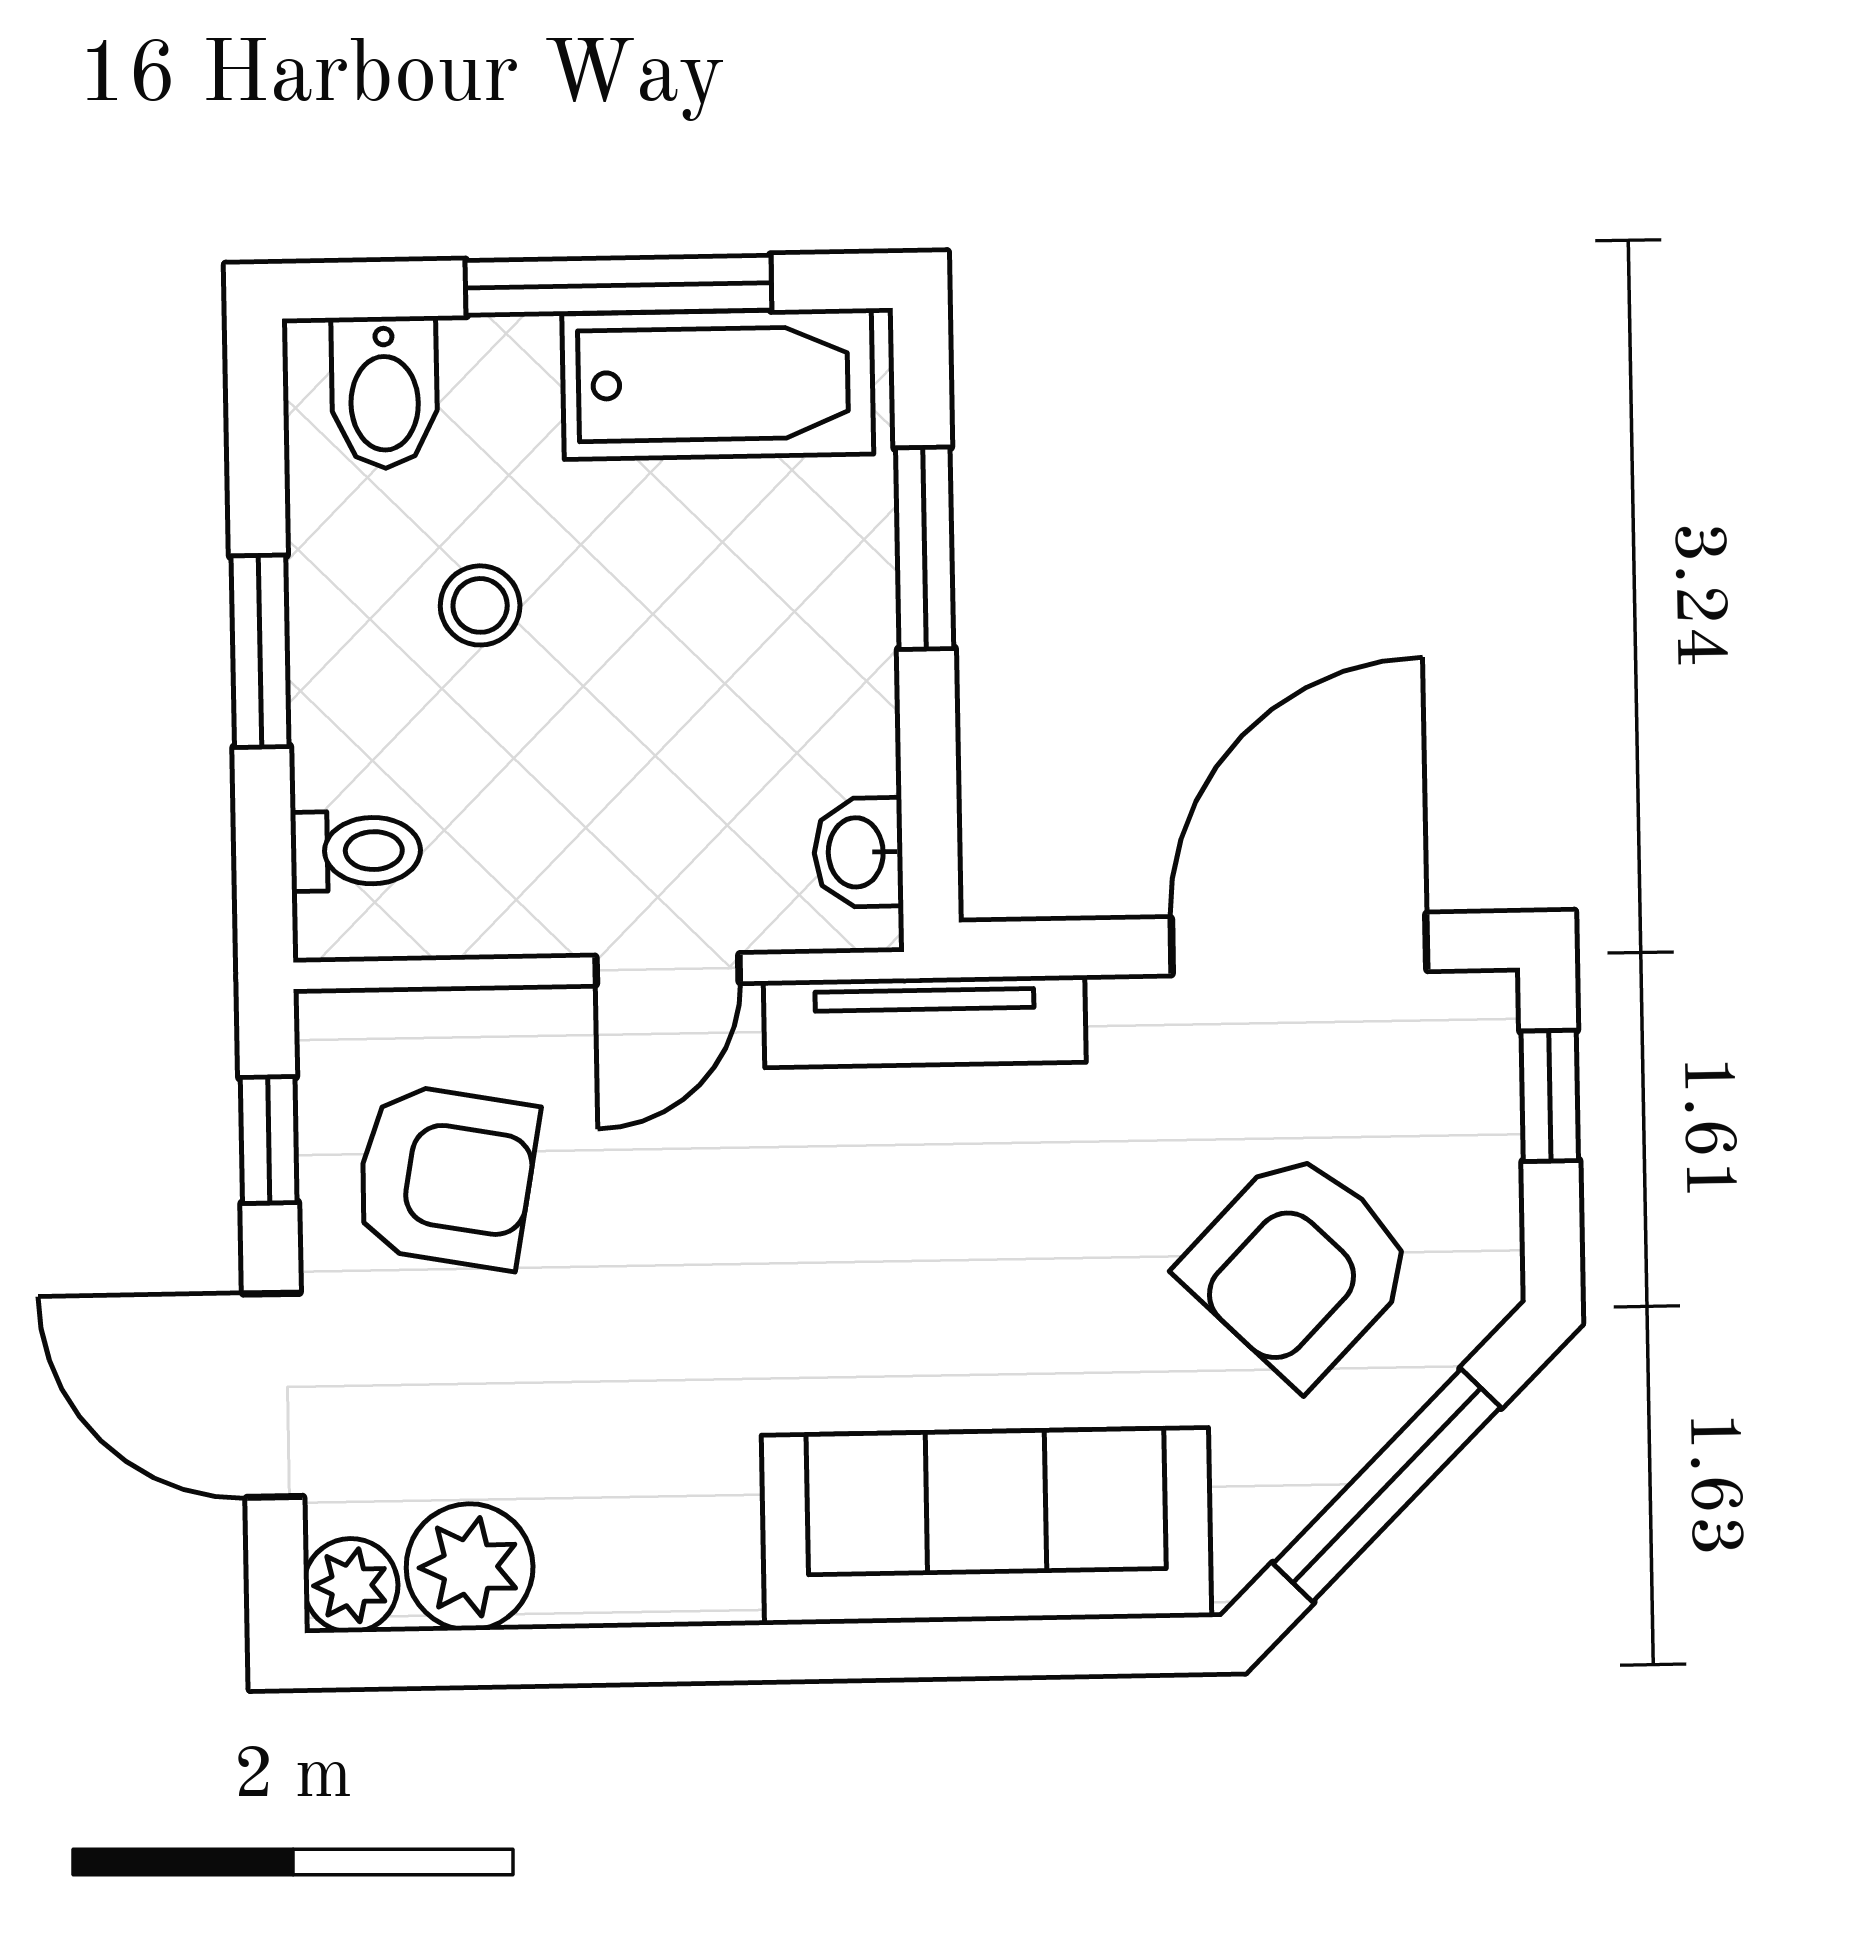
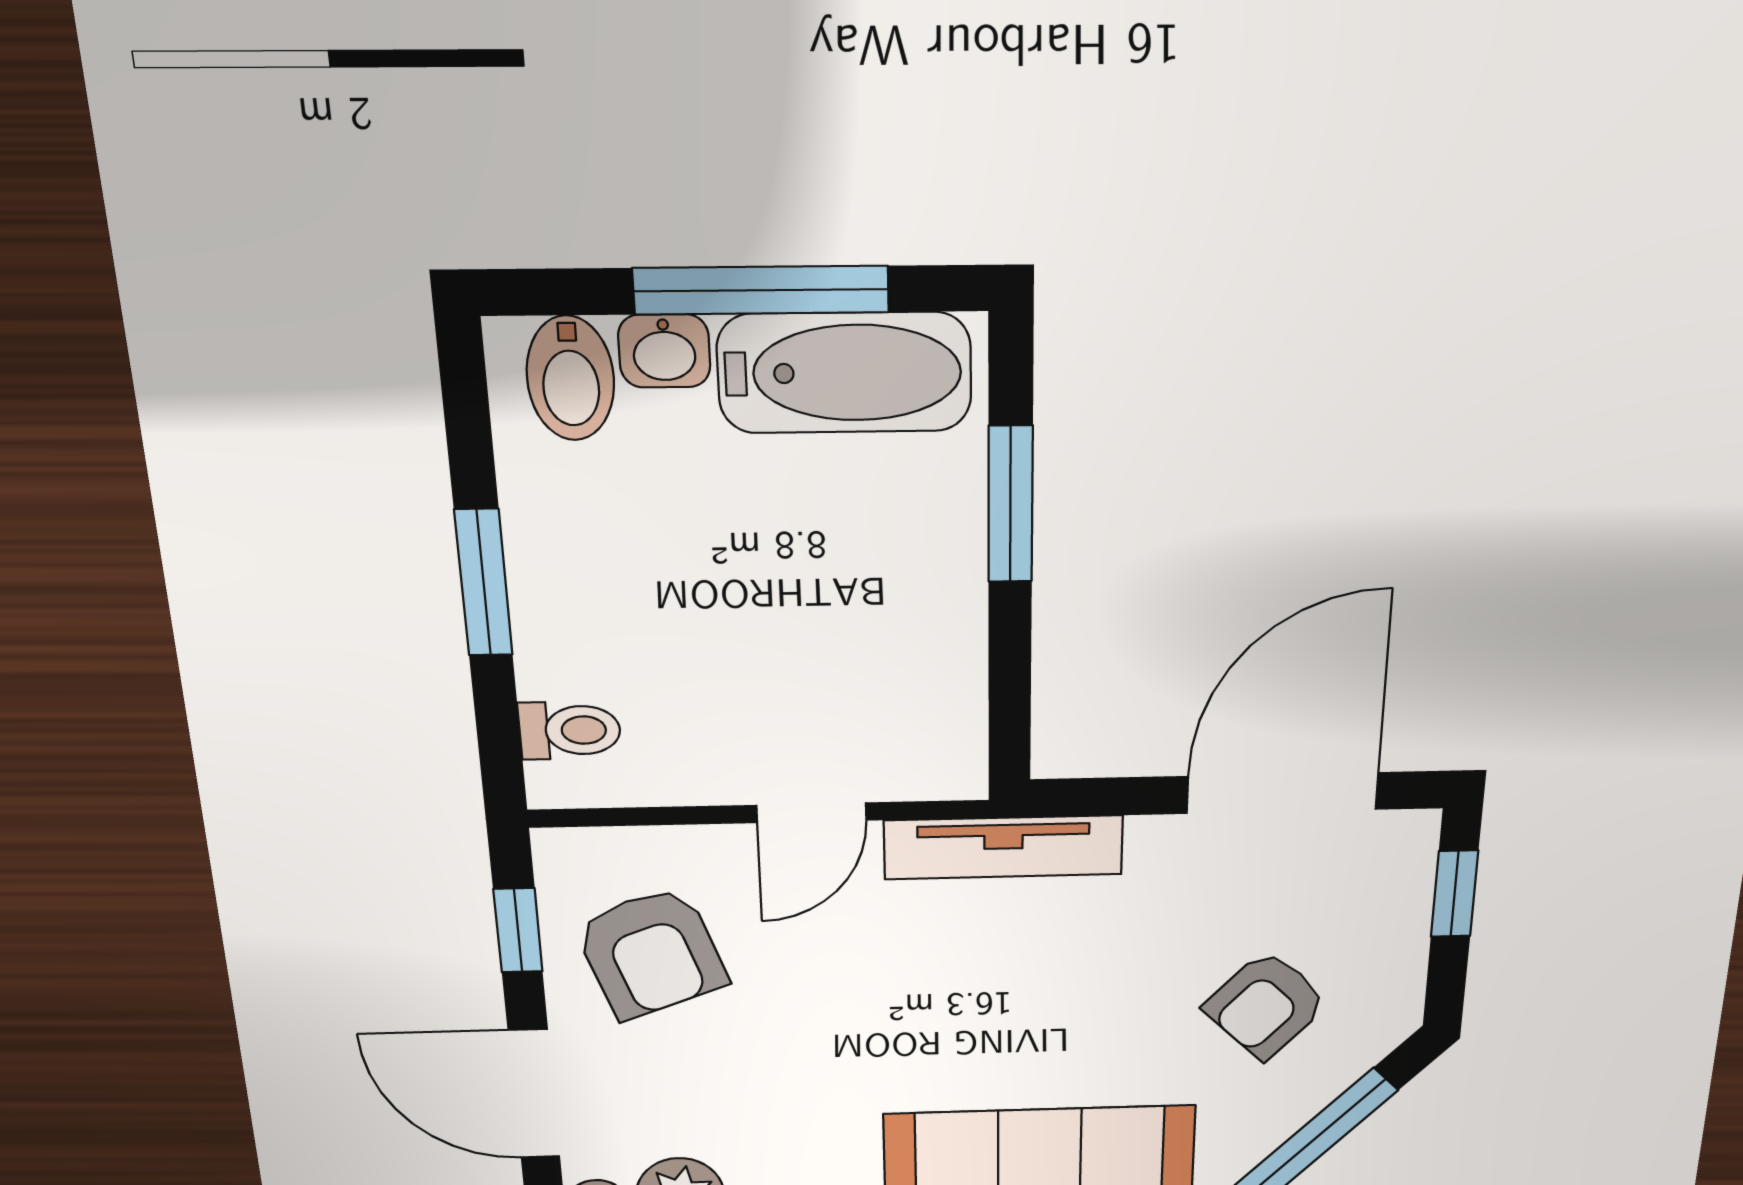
stool: (480, 605) -> (657, 548), removed
washbasin: (858, 852) -> (664, 351), moved, turned -90
armchair: (446, 1176) -> (651, 953), turned 60
armchair: (1299, 1266) -> (1266, 1005), width x0.72, depth x0.72

